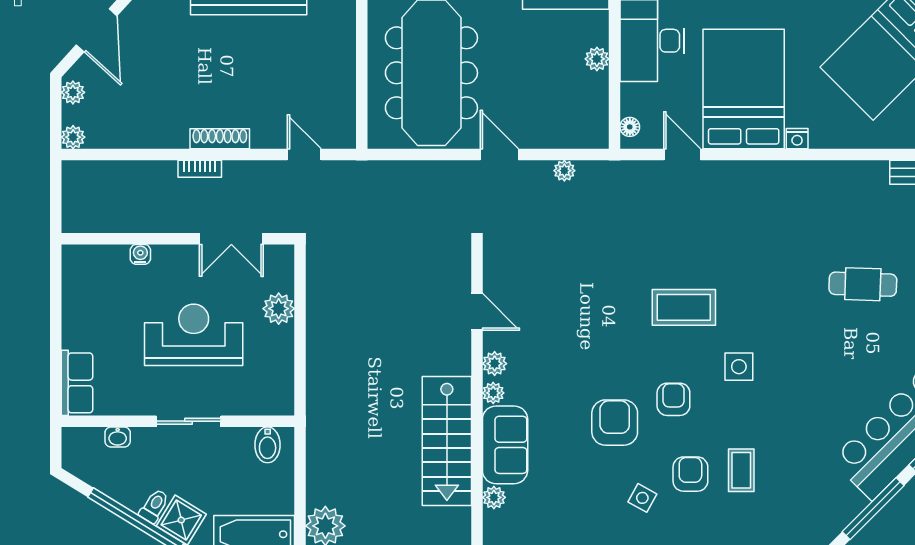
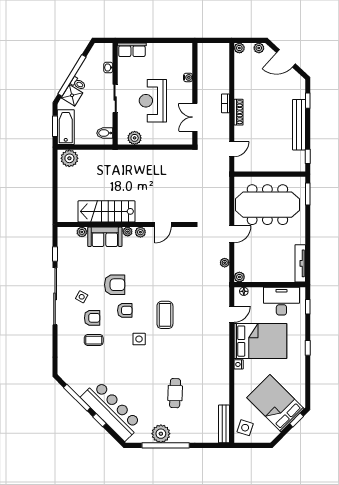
plant: (597, 59) -> (239, 277), moved
plant: (279, 309) -> (135, 138), moved
reception desk: (194, 335) -> (153, 101), turned 180

